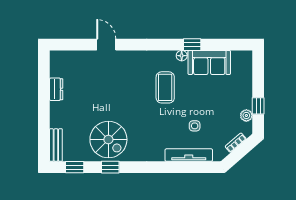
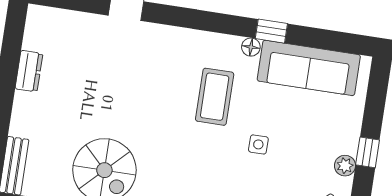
sofa: (209, 63) -> (309, 68), width x1.36
side table: (195, 126) -> (258, 144), moved

